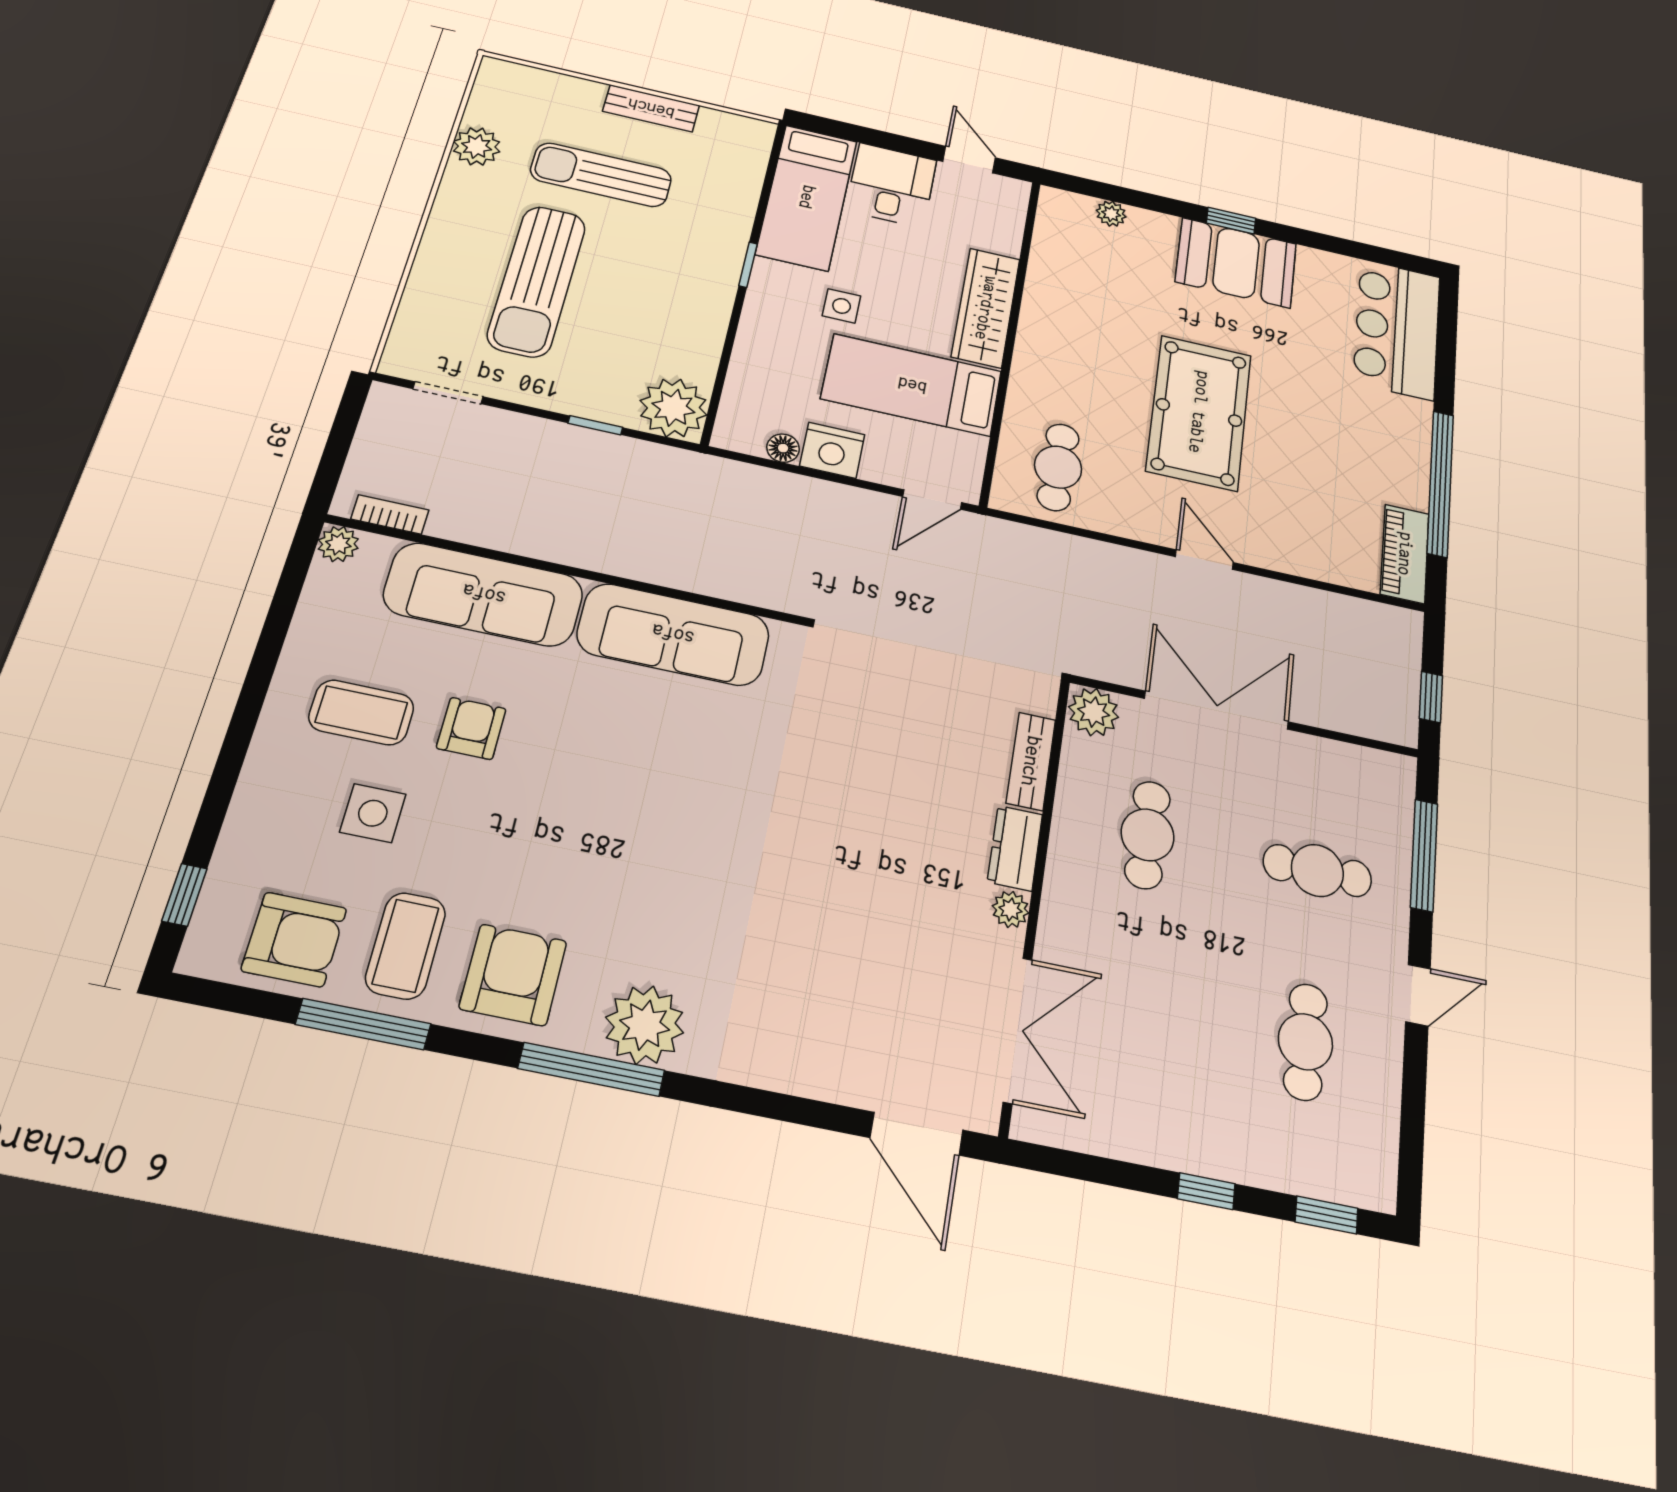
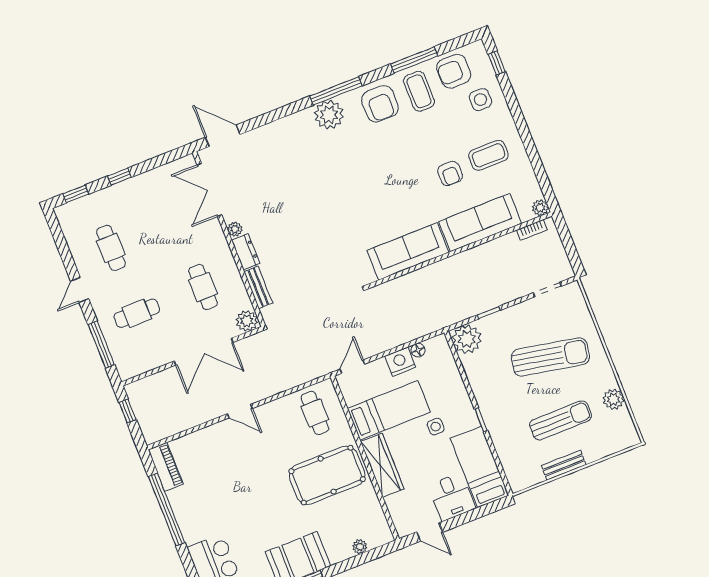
sun lounger: (537, 281) -> (550, 357), turned 101
pool table: (1199, 412) -> (327, 475), moved, turned 90
side table: (373, 813) -> (480, 100), moved

